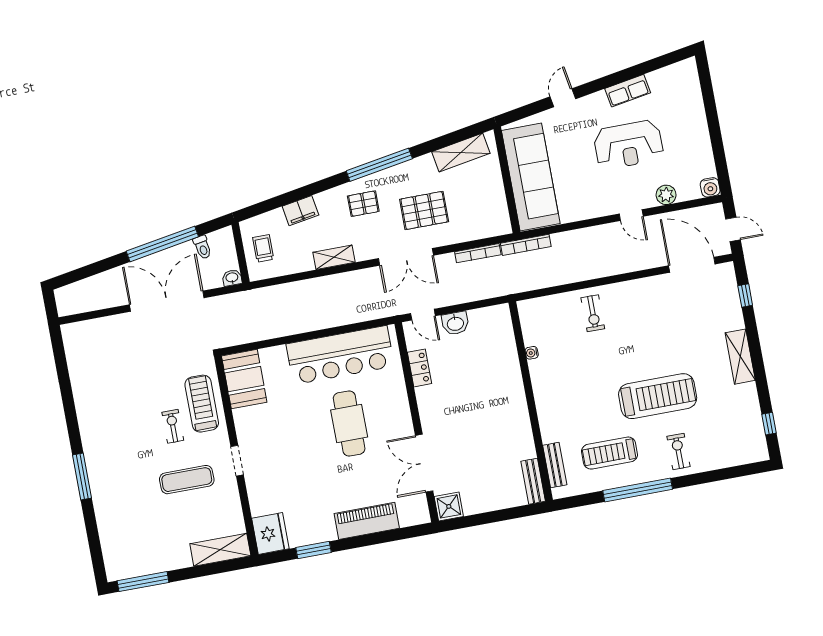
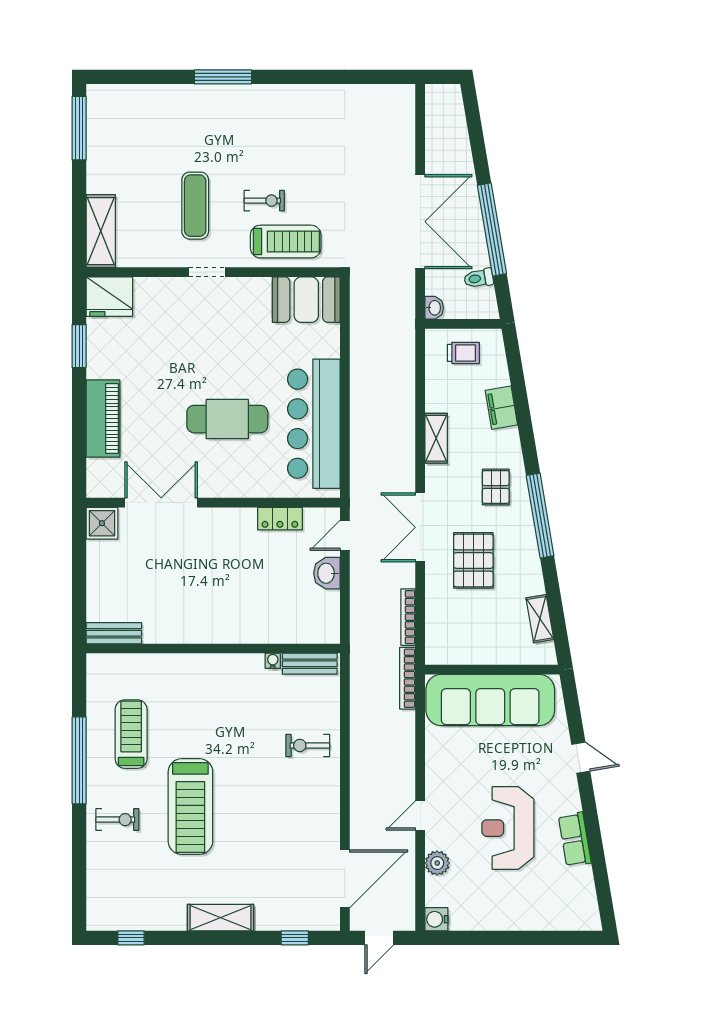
shelving: (461, 153) -> (540, 619), width x0.67, depth x0.75
bench: (555, 465) -> (310, 664), moved

